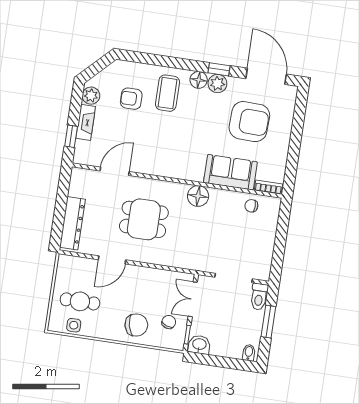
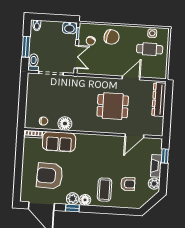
floor lamp: (198, 196) -> (65, 124), moved
chair: (136, 325) -> (112, 37), turned -152

